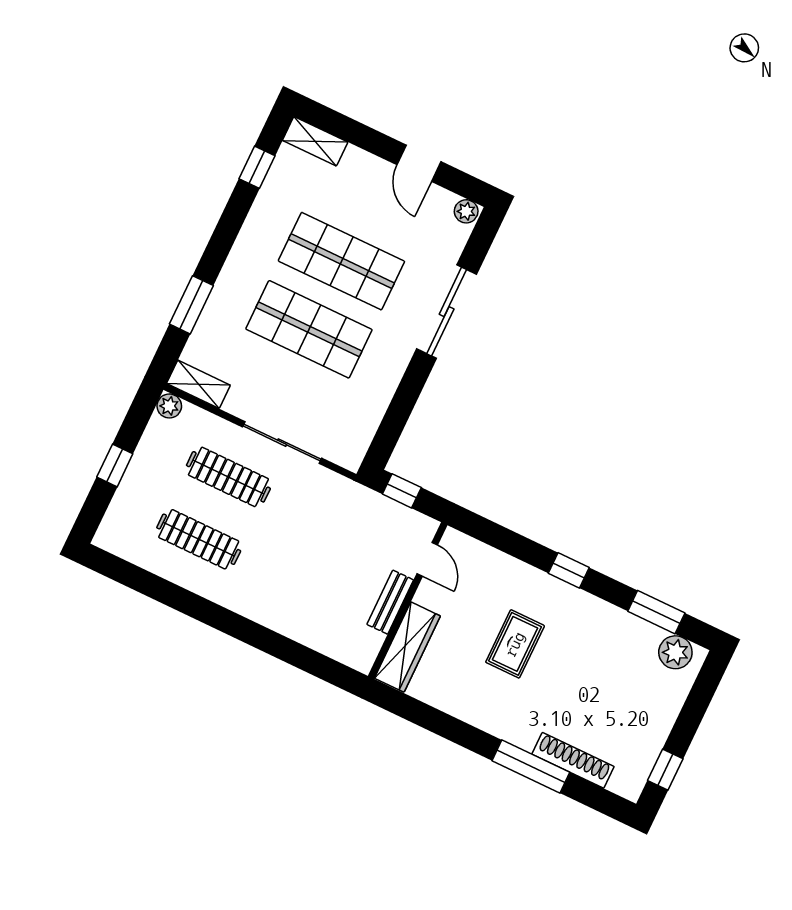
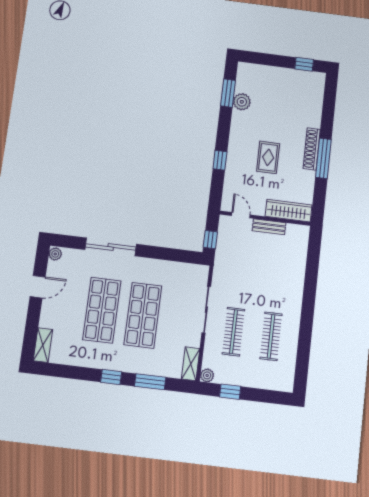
window: (257, 167) -> (111, 377), moved
window: (115, 465) -> (230, 392), moved
door: (427, 559) -> (241, 215), hinge flipped
window: (569, 570) -> (220, 160), moved
rug: (515, 644) -> (268, 157), turned 90
plant: (675, 652) -> (242, 102), moved
shoe rack: (573, 760) -> (312, 149), moved
window: (531, 766) -> (323, 158), moved

